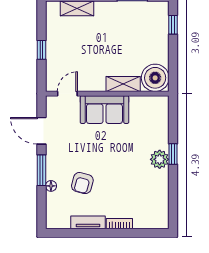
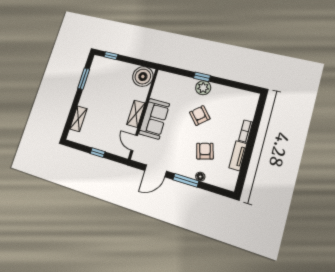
shelving: (123, 84) -> (136, 114), moved
armchair: (124, 165) -> (200, 115), added
armchair: (82, 183) -> (205, 151), turned -121

